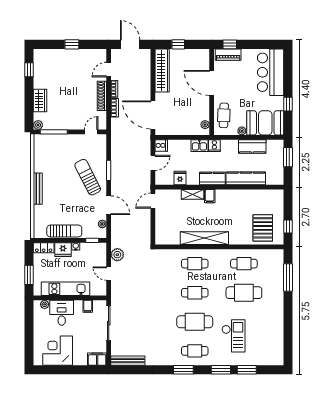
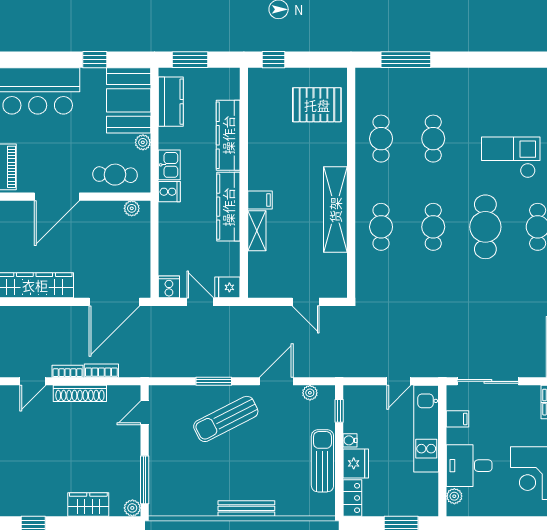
door: (109, 70) -> (33, 381), hinge flipped
door: (91, 132) -> (145, 413), hinge flipped
kitchen sink: (199, 146) -> (169, 165), moved
kitchen counter: (252, 146) -> (171, 102), moved
fridge: (180, 178) -> (227, 287), moved
kitchen counter: (212, 179) -> (228, 207), width x1.50
door: (153, 201) -> (306, 302), moved
window: (288, 226) -> (274, 60), moved
plant: (117, 255) -> (365, 366), removed
kitchen unit: (66, 289) -> (426, 429), moved
cafe table: (244, 293) -> (433, 139), width x0.73, depth x0.74

